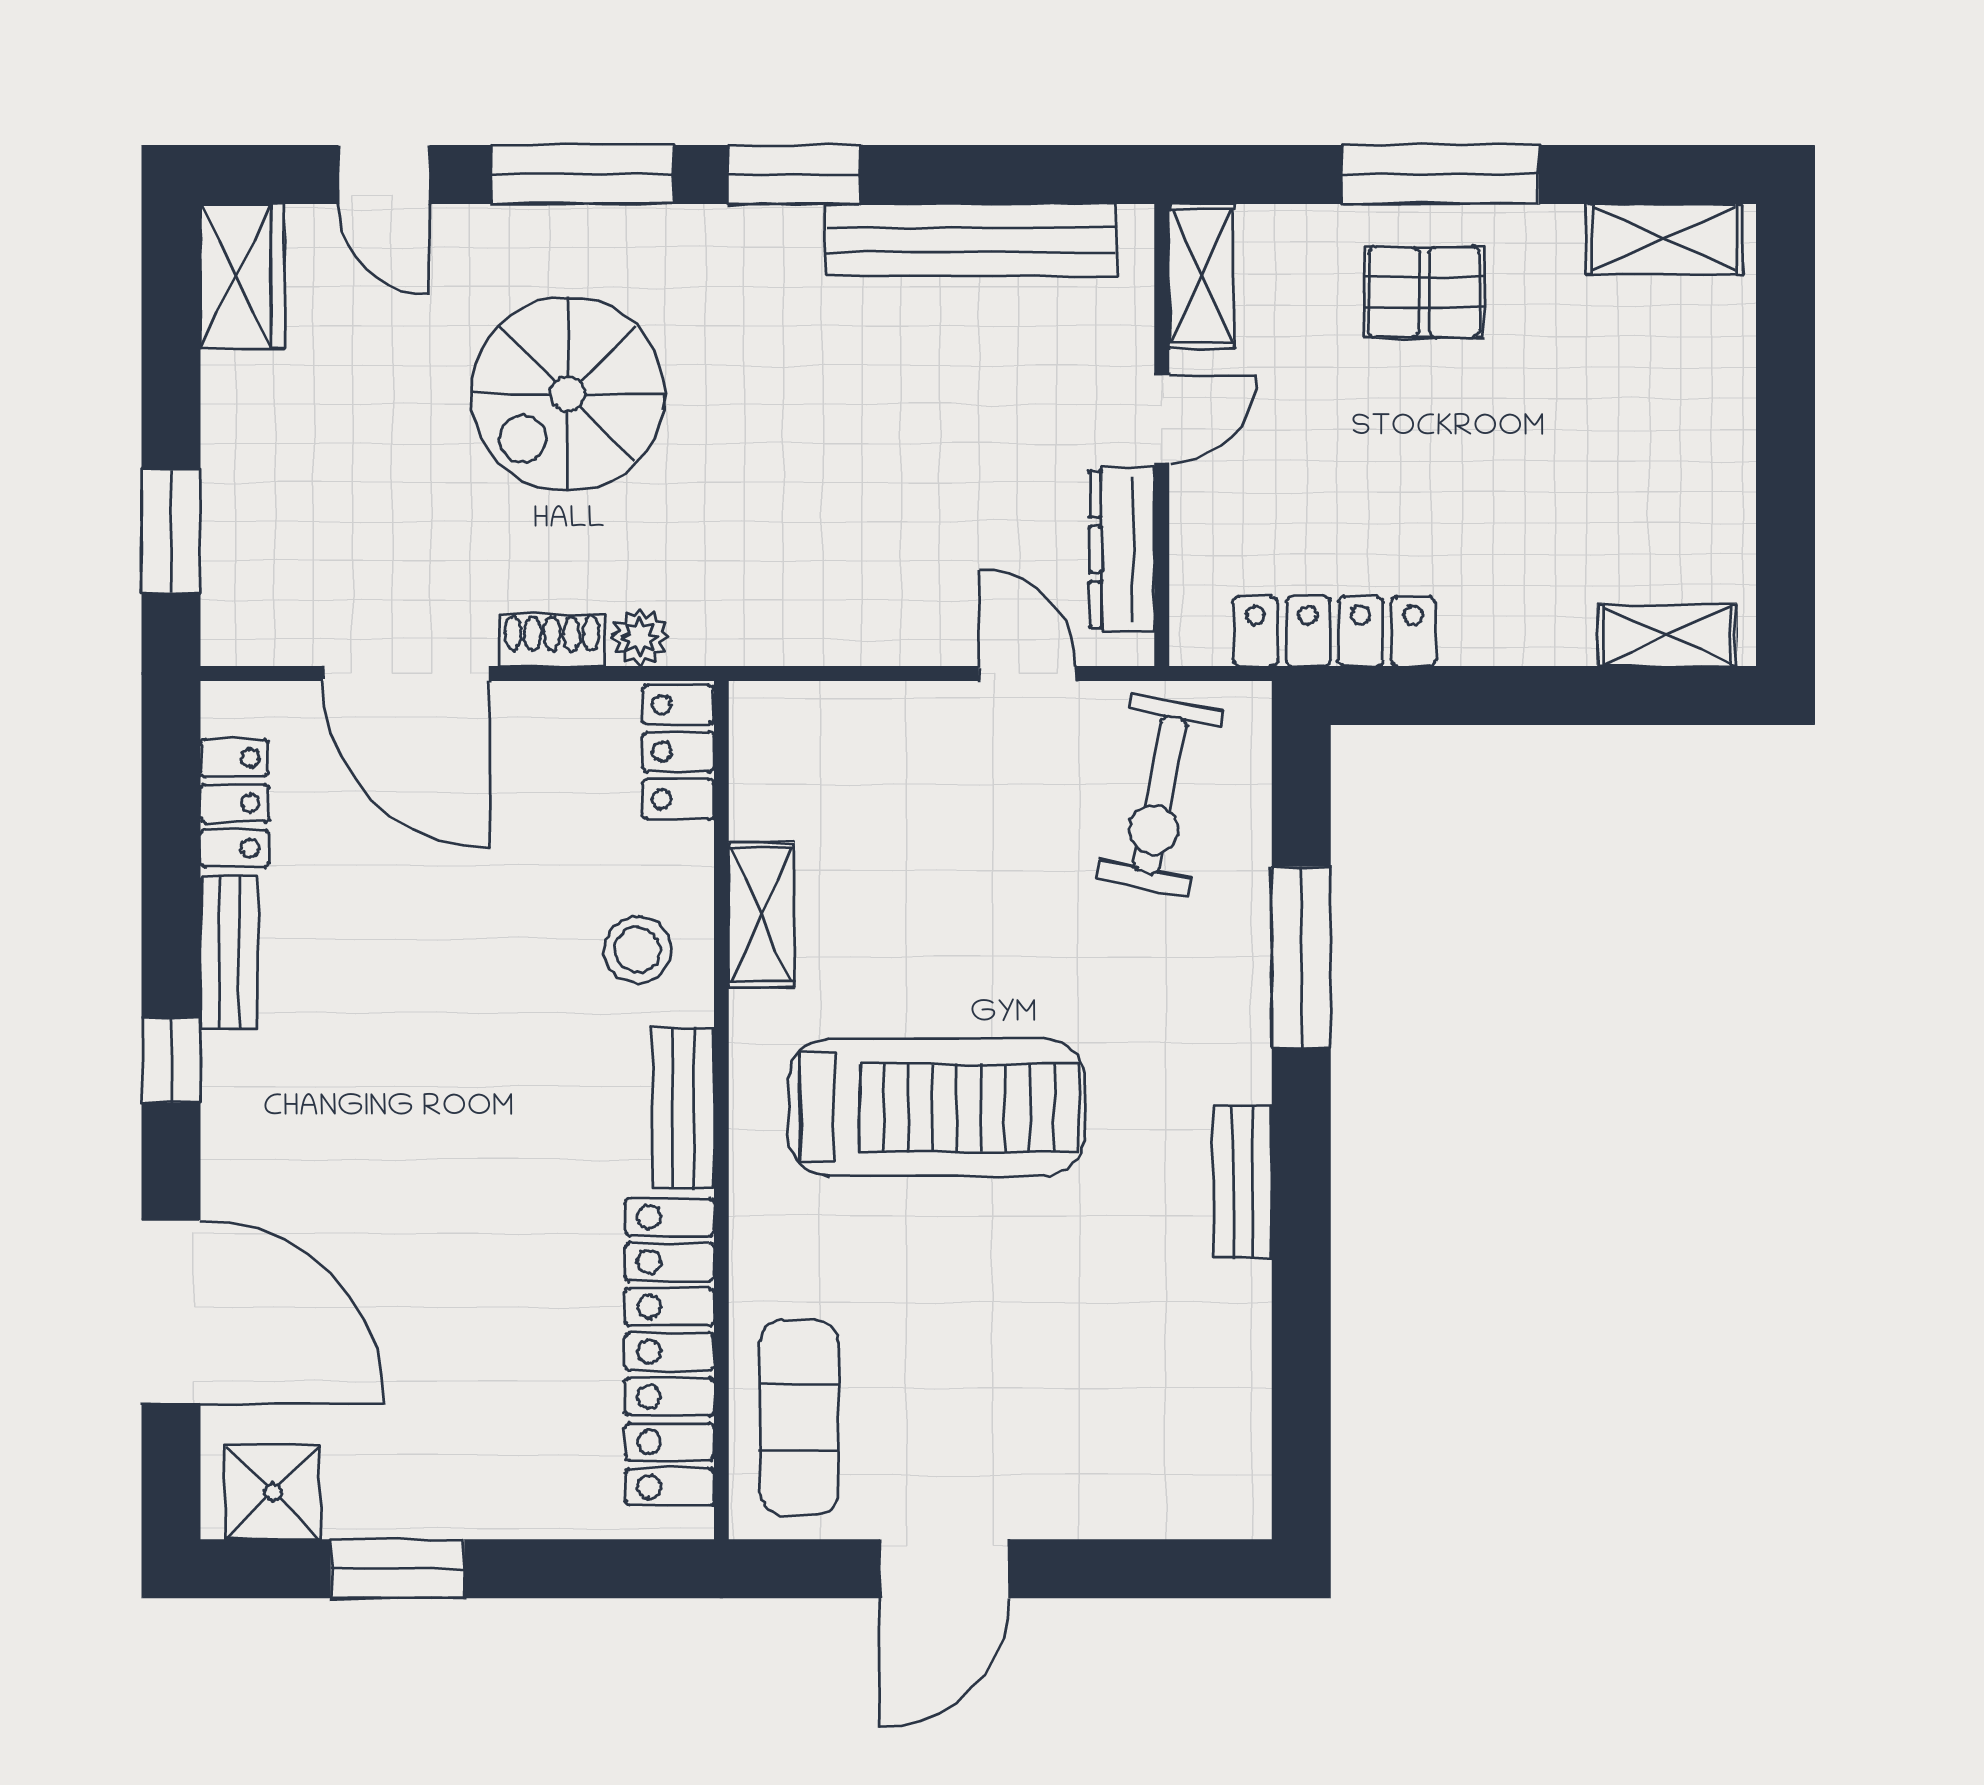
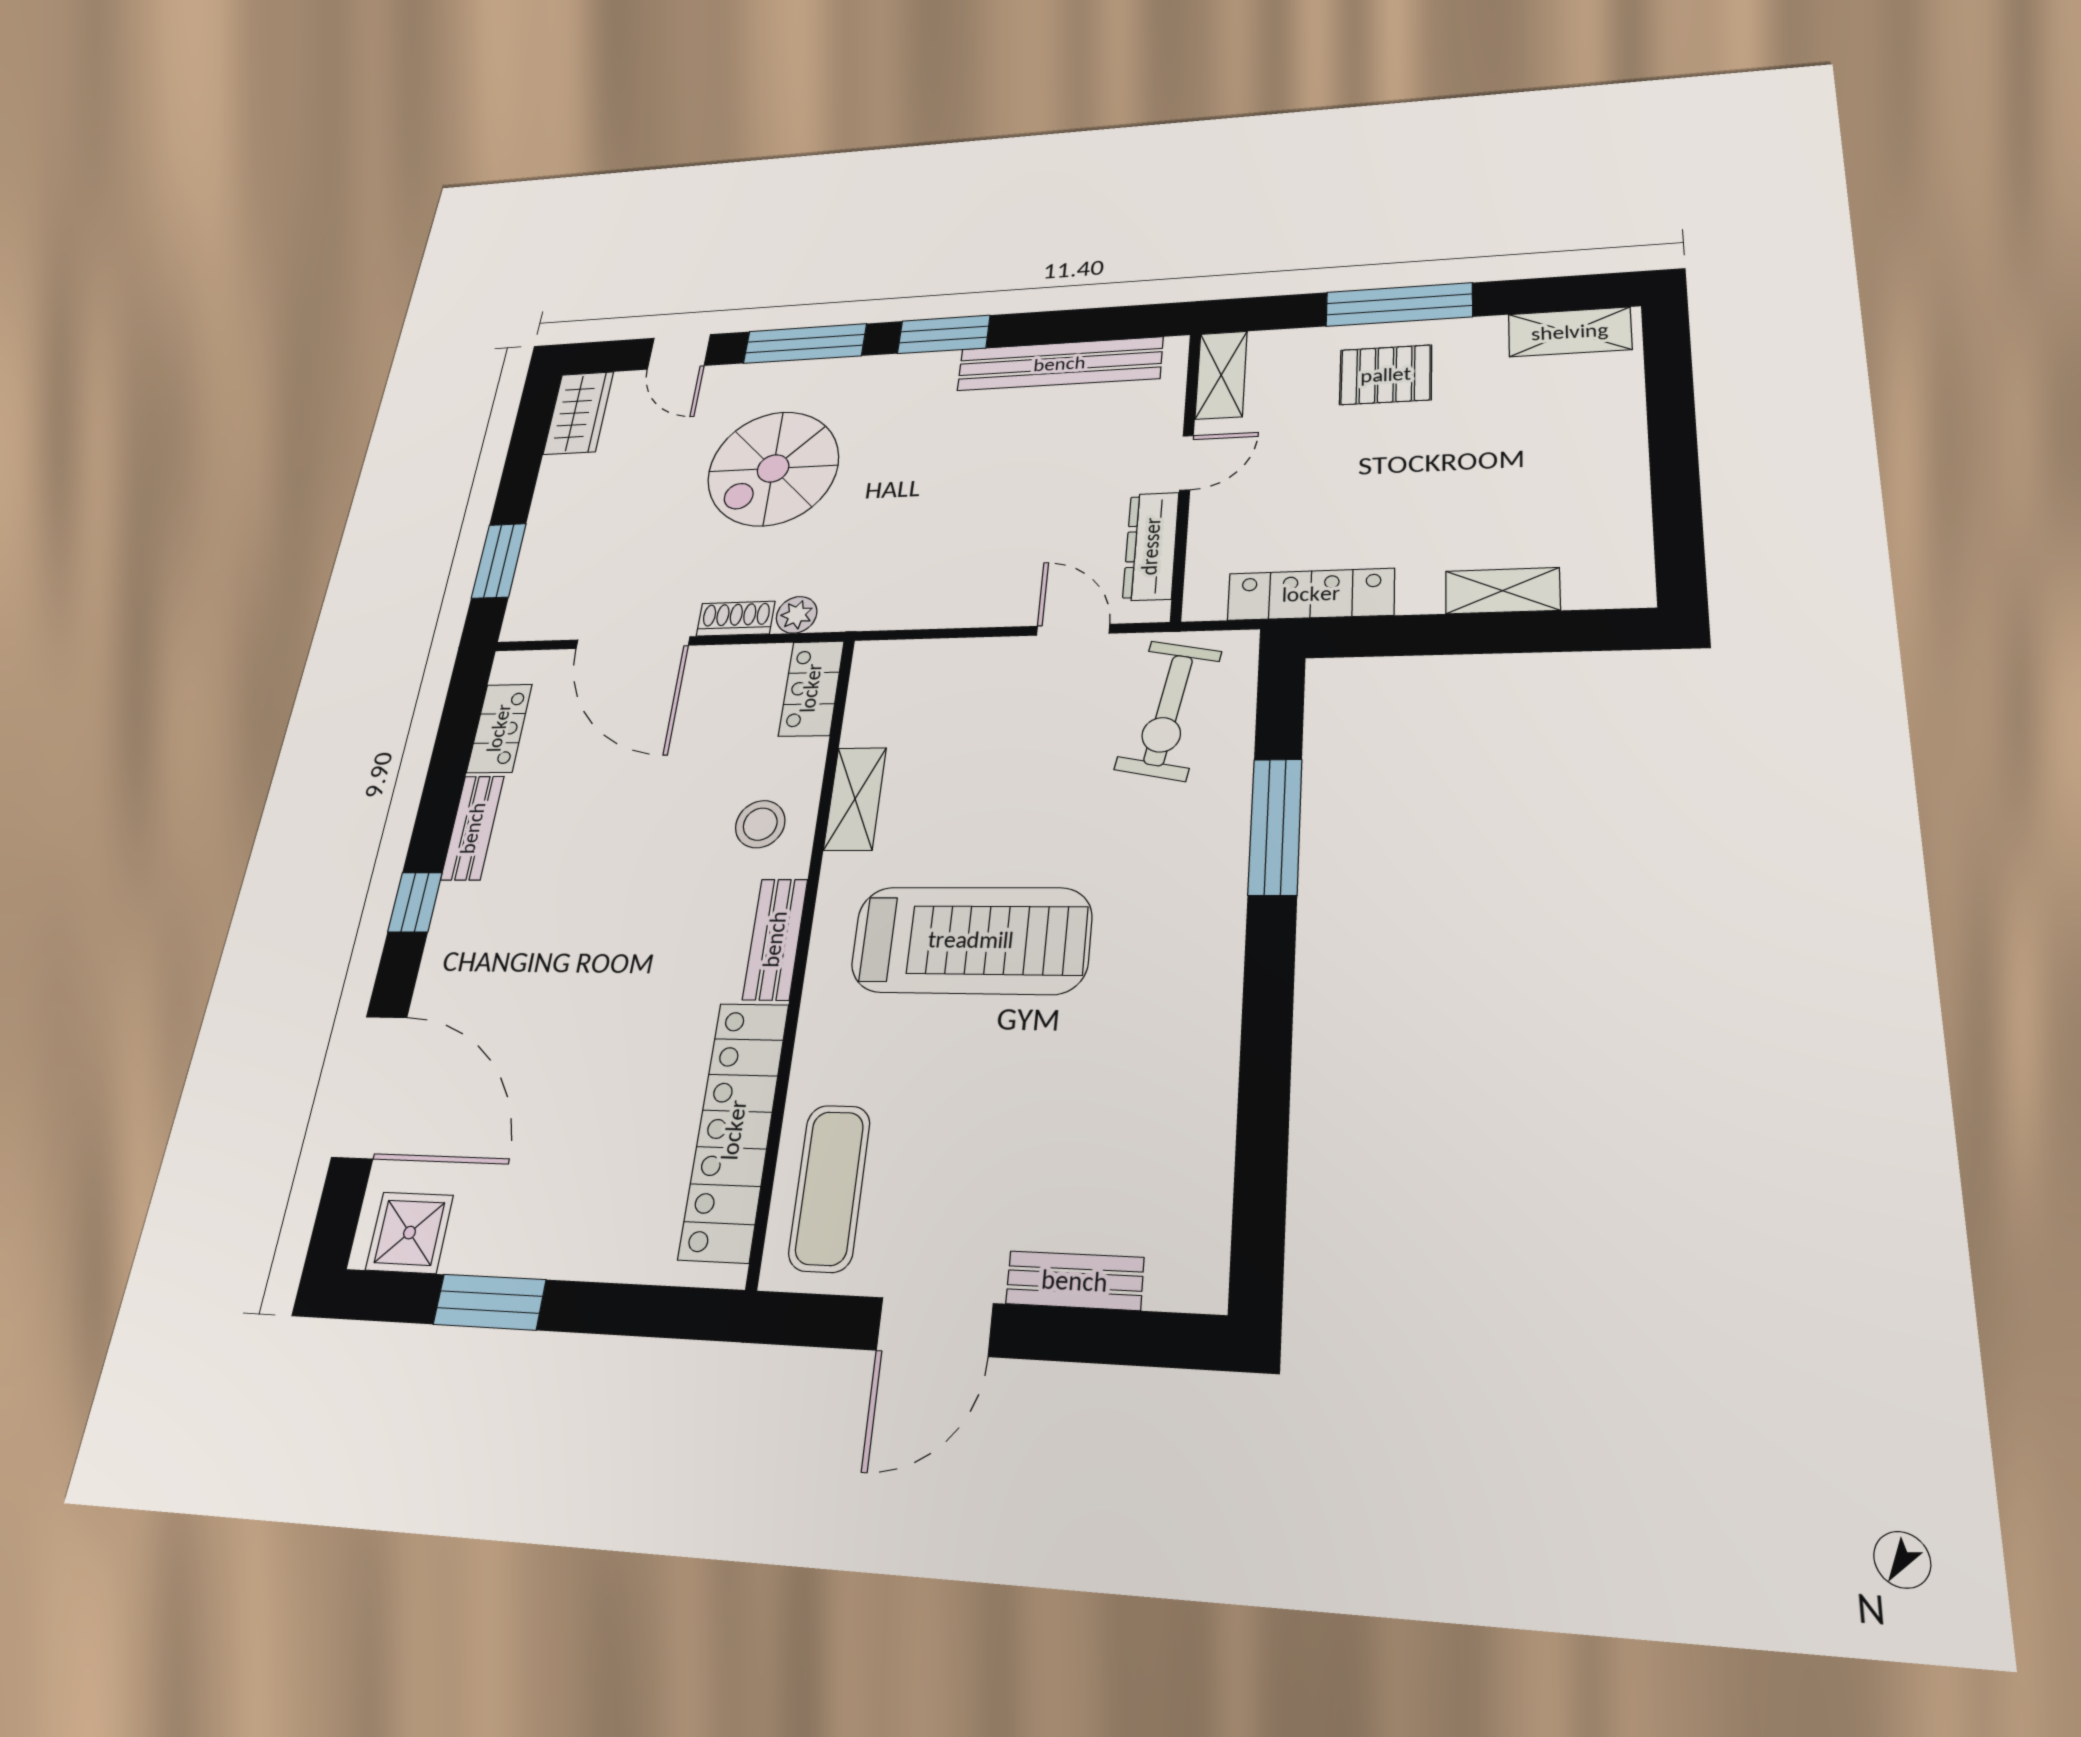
shelving: (1667, 635) -> (1503, 591), moved
bench: (1243, 1182) -> (1075, 1281), moved, turned 90

